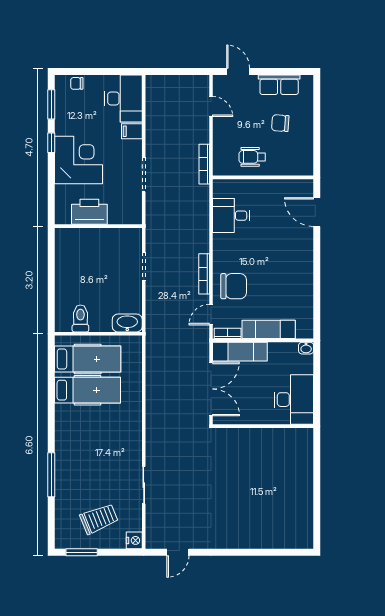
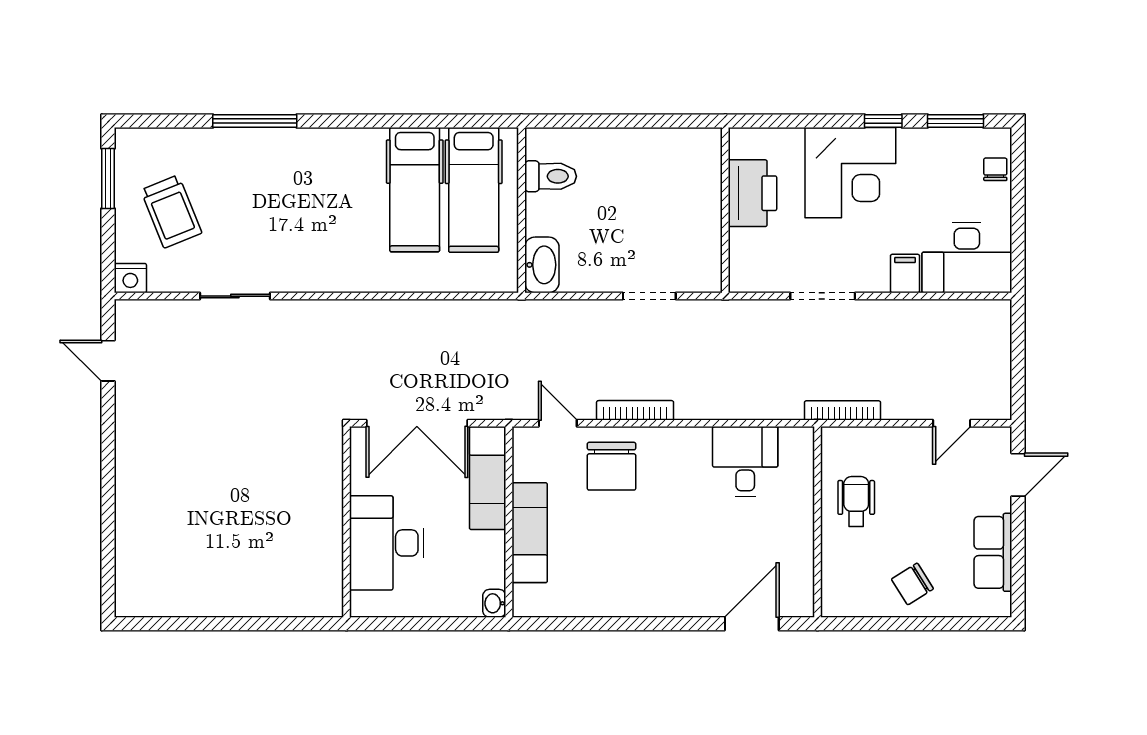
chair: (280, 123) -> (912, 584), moved, turned -126
bookcase: (228, 333) -> (522, 455), removed
desk: (294, 400) -> (387, 543), moved, turned 90

